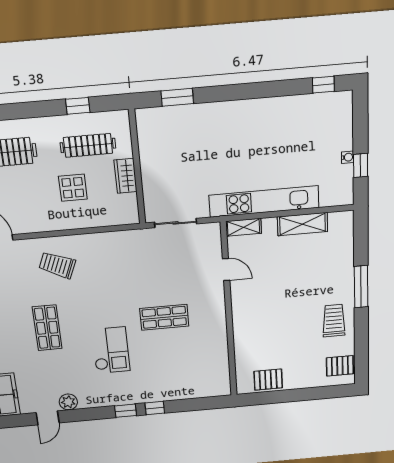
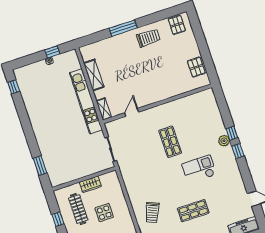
trolley: (334, 321) -> (148, 38), turned 180
plant: (68, 402) -> (224, 141), moved

